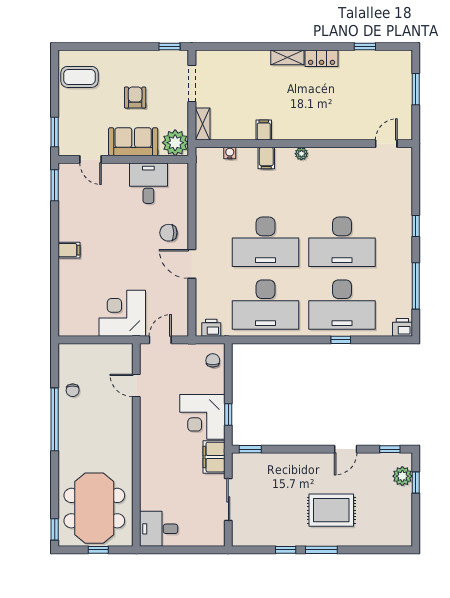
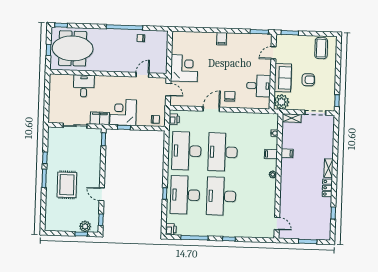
desk: (159, 529) -> (84, 86), moved

